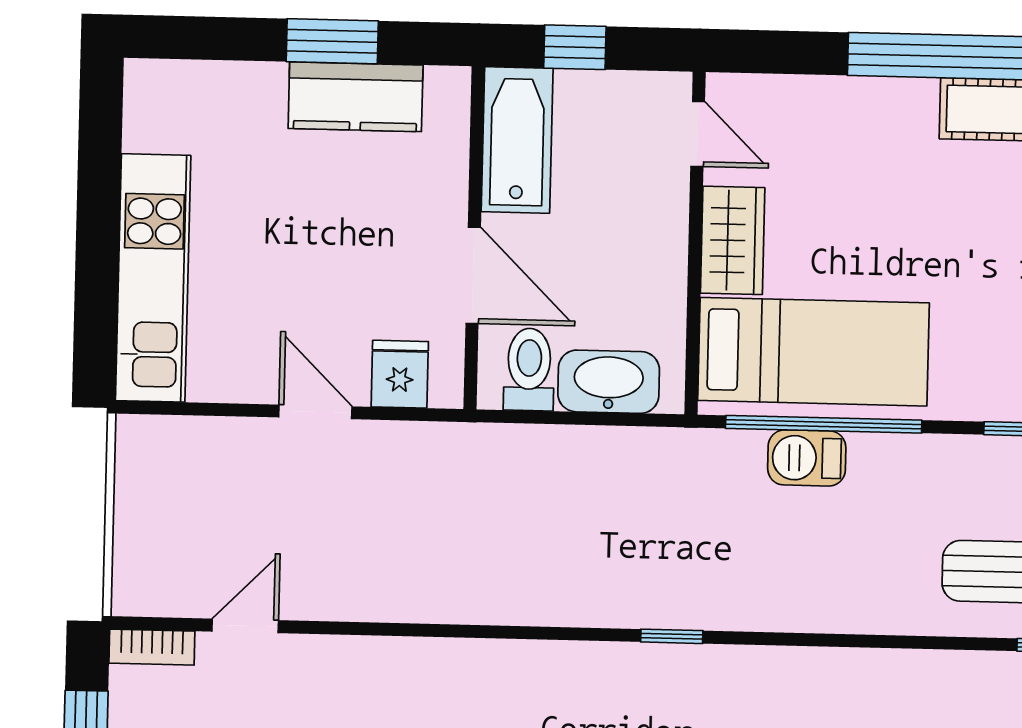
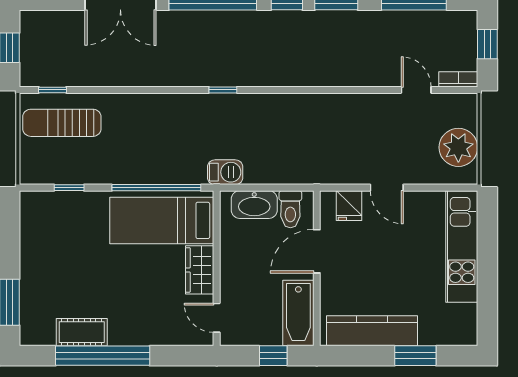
window: (332, 41) -> (415, 356), moved
kitchen counter: (356, 97) -> (372, 331), width x1.50
door: (473, 275) -> (317, 251), hinge flipped
barbecue: (807, 458) -> (225, 172), moved
plant: (155, 497) -> (458, 147), added
door: (245, 626) -> (416, 90), swing flipped

